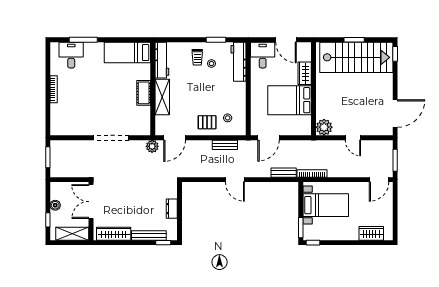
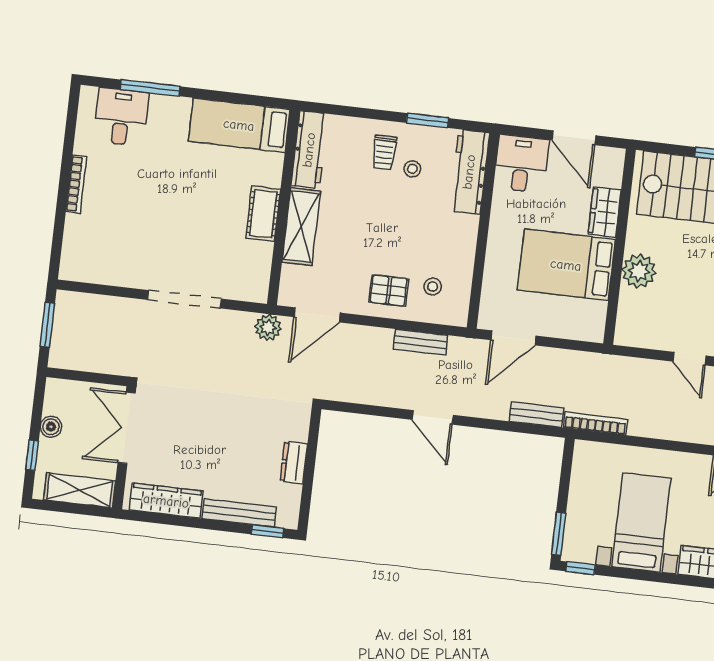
plant: (324, 127) -> (639, 271), moved
bed with nightstands: (326, 205) -> (641, 522), moved, turned -90

